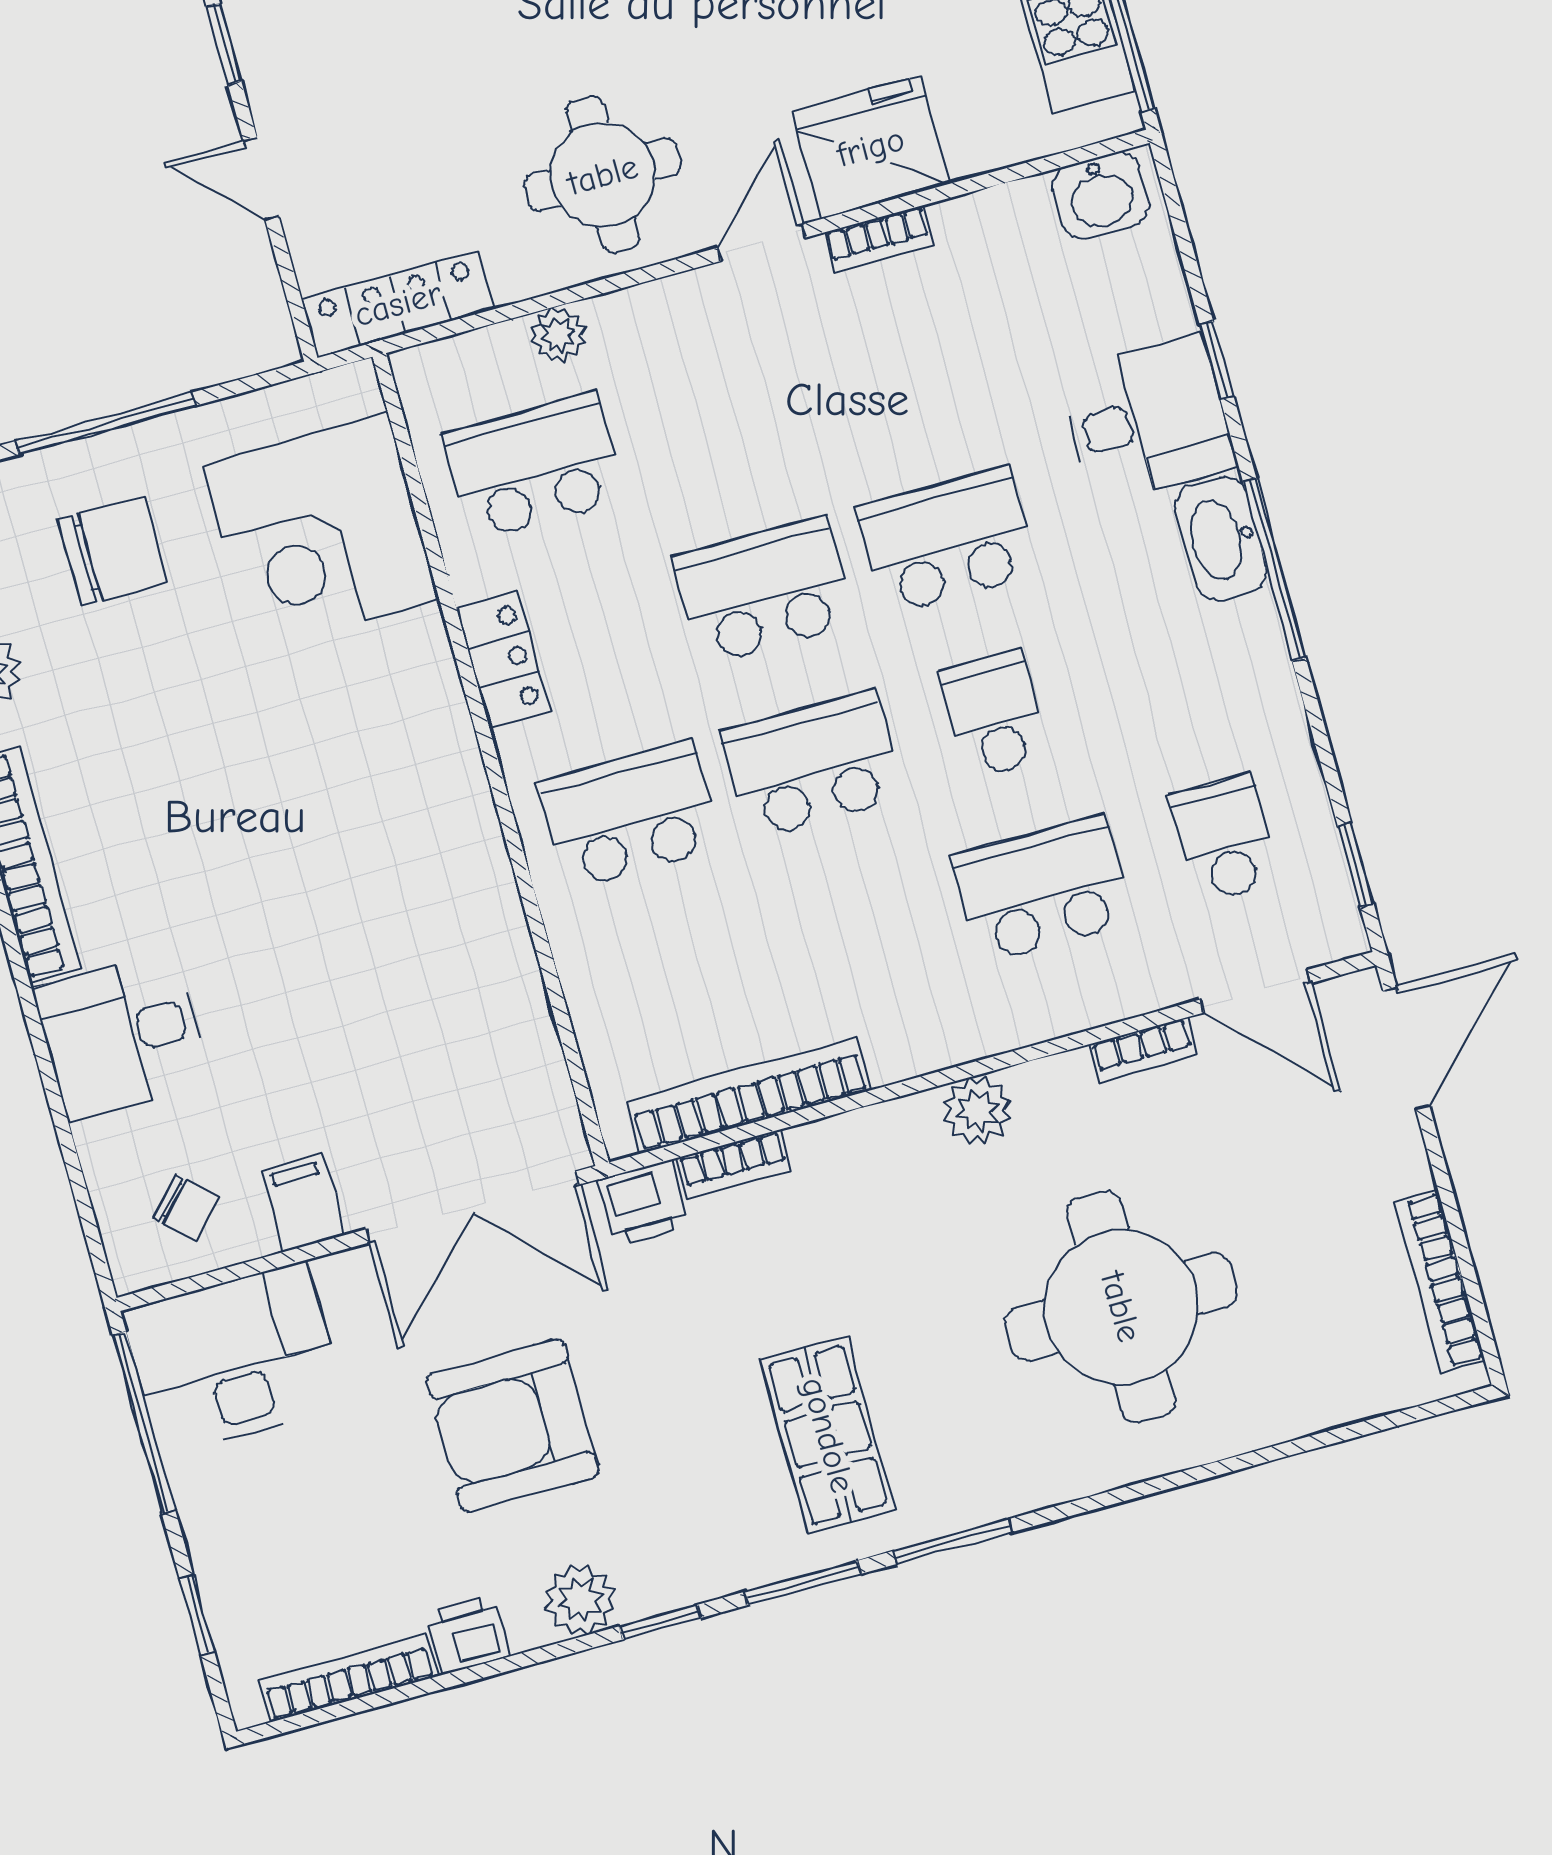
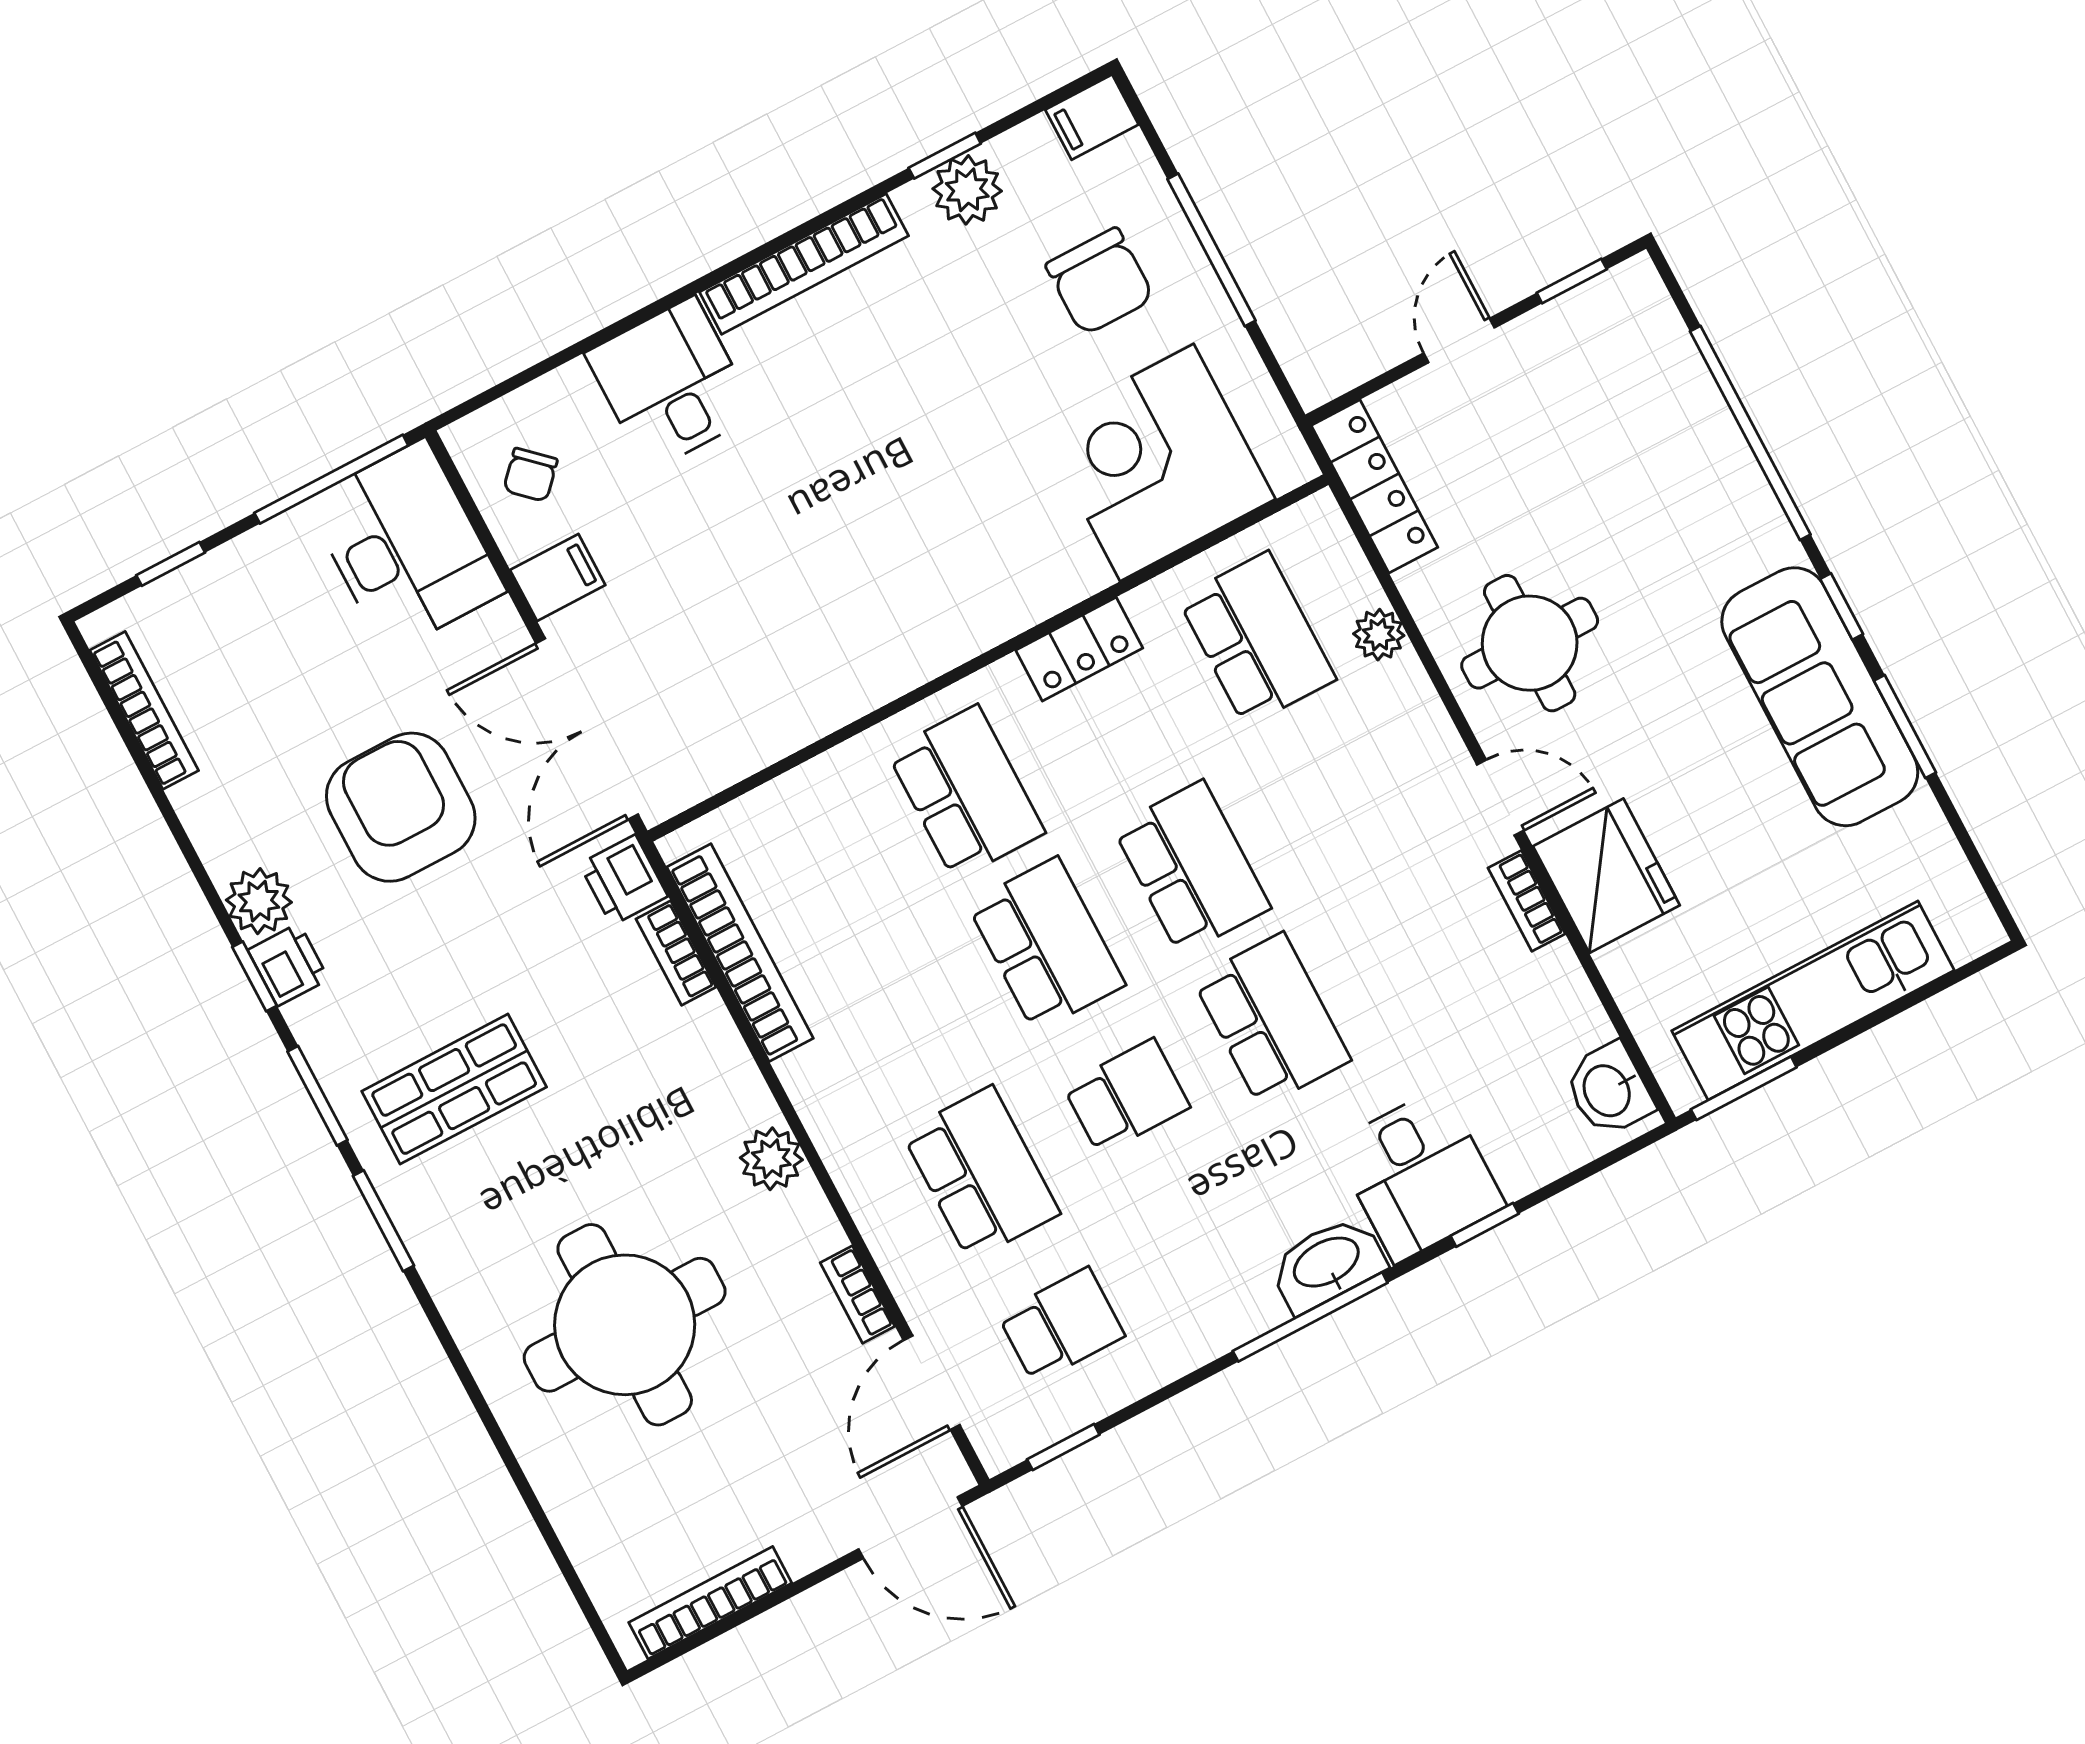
printer: (468, 1635) -> (288, 965), moved

